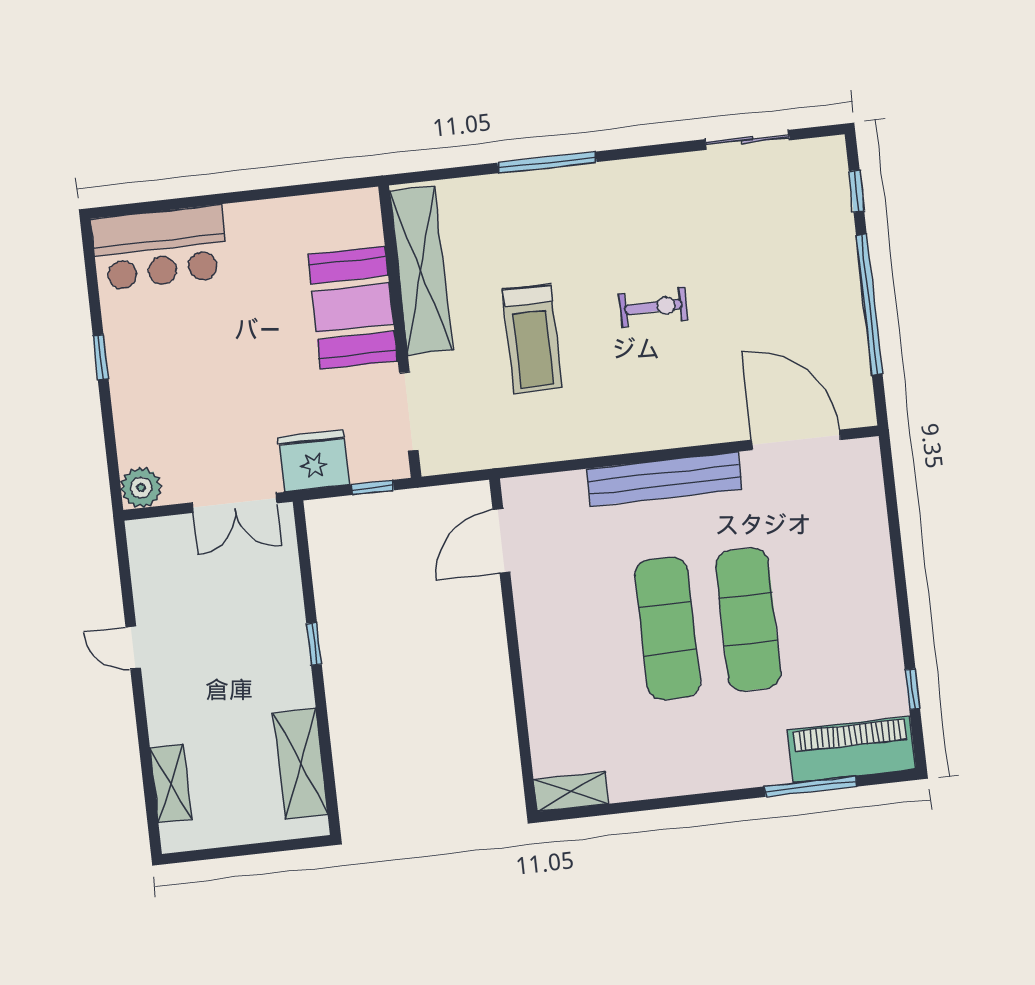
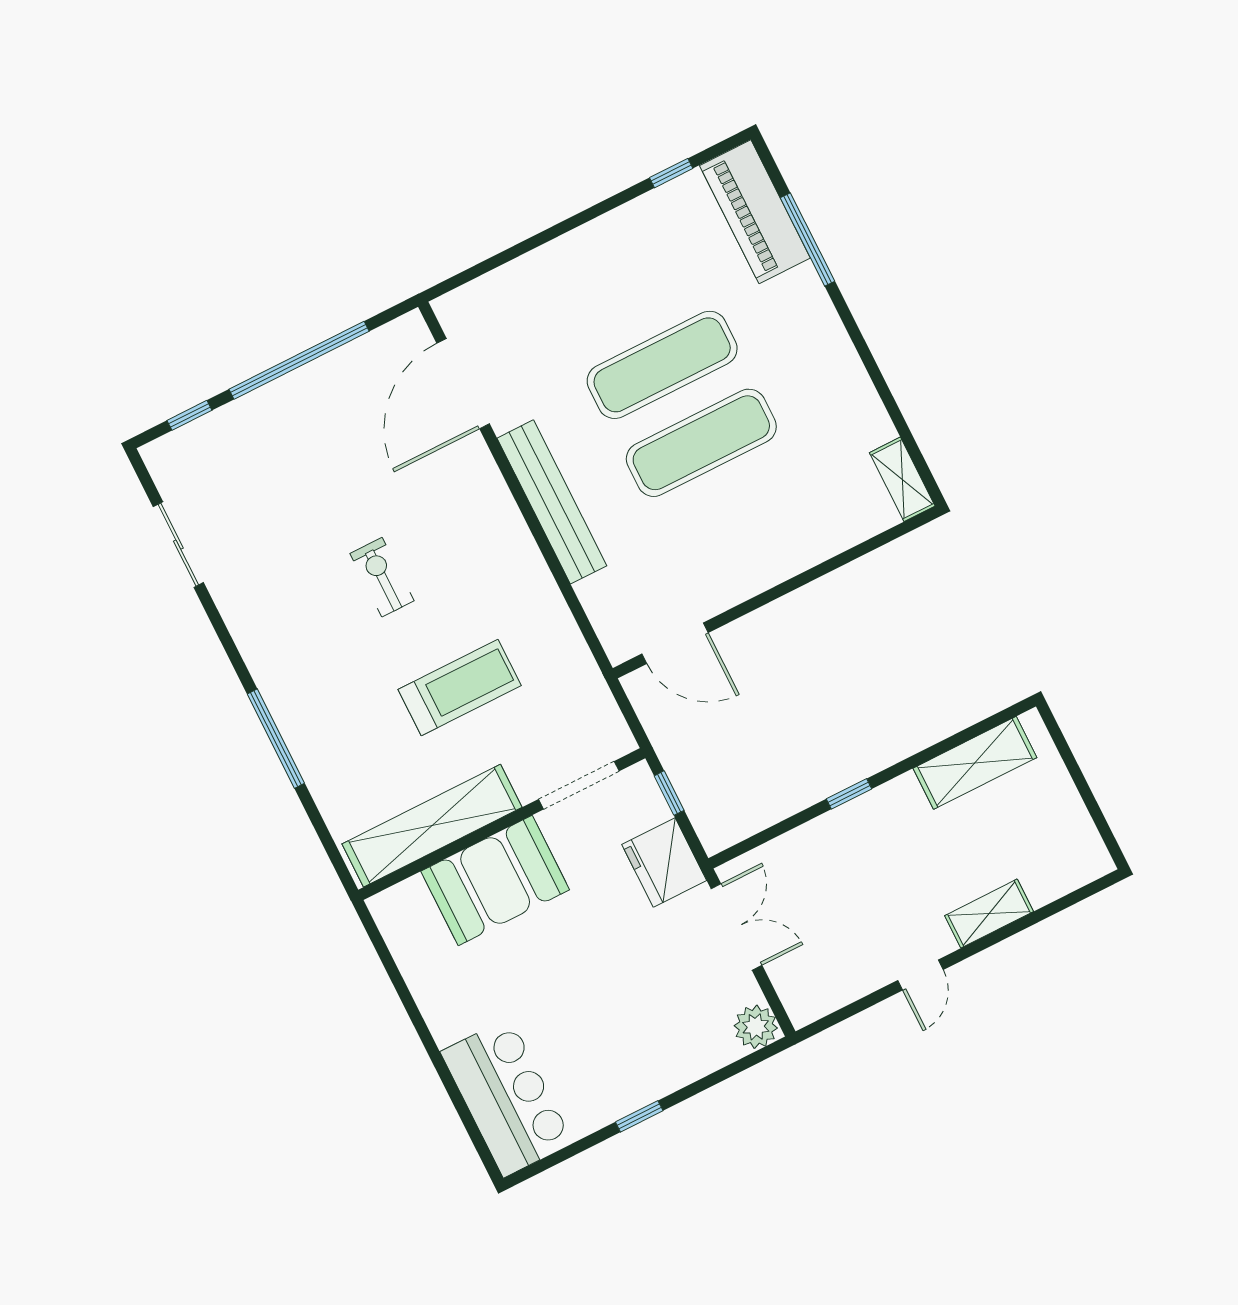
shelving: (171, 783) -> (989, 914), moved

